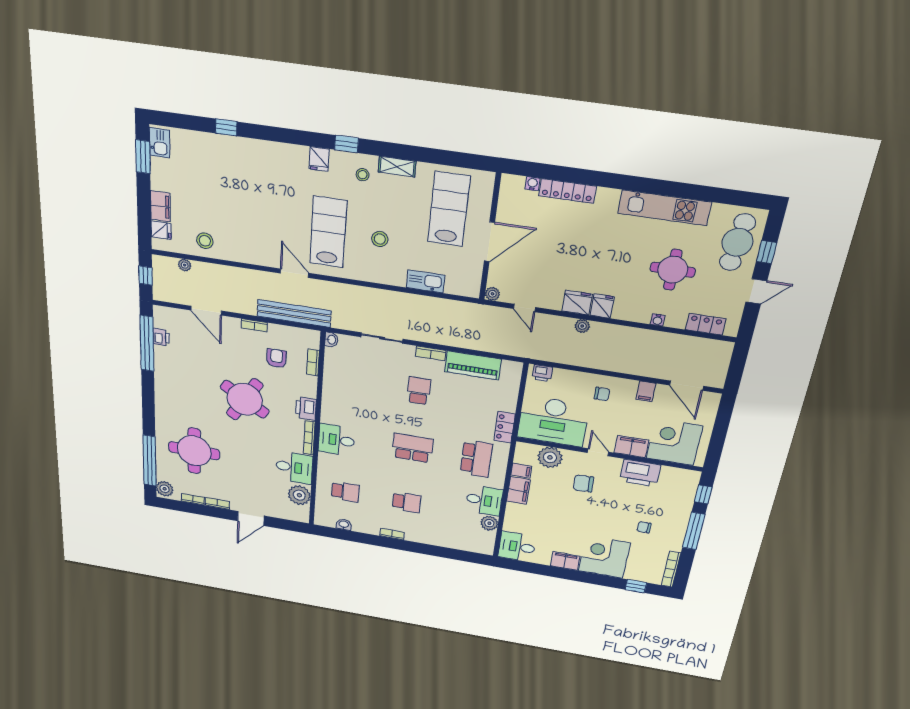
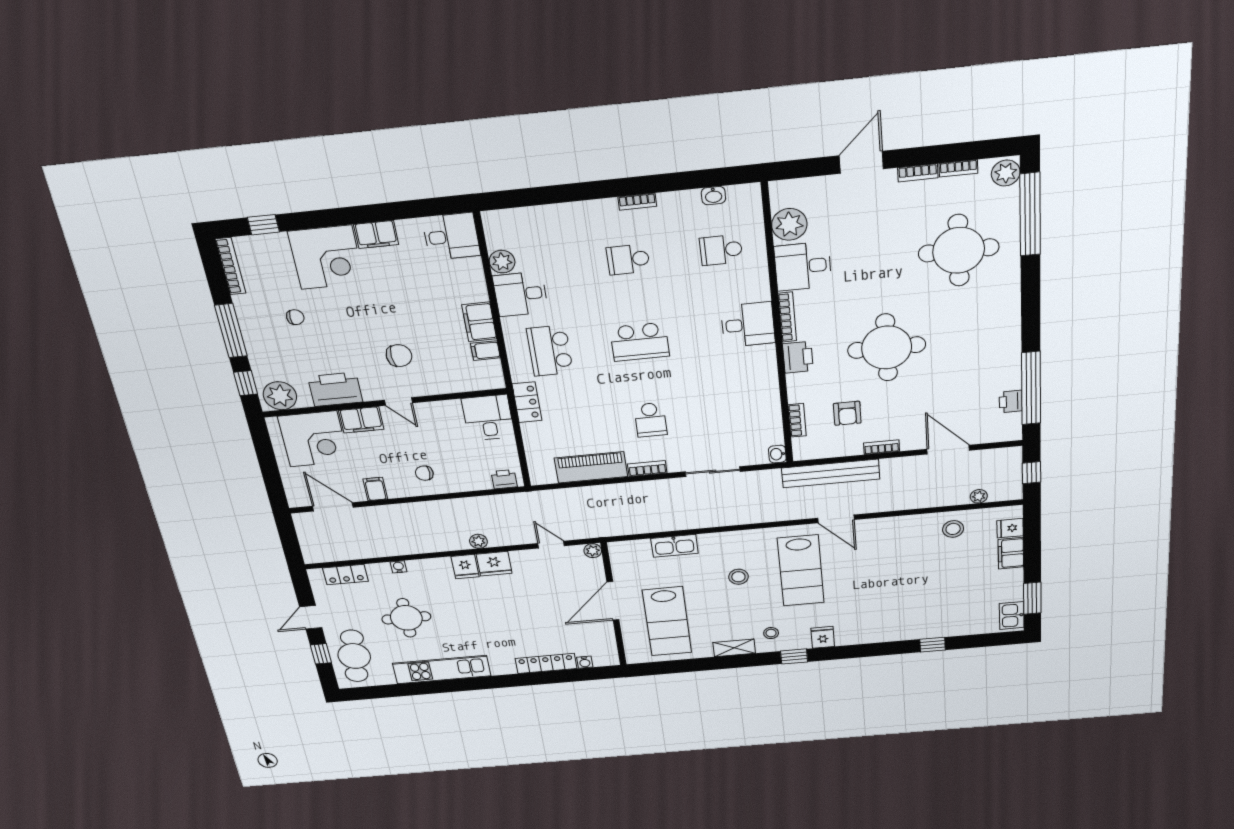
round table: (245, 399) -> (887, 348), turned -31
desk: (553, 421) -> (488, 418), width x0.53, depth x0.77
plant: (550, 457) -> (280, 396), moved

